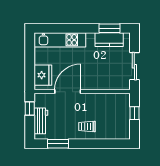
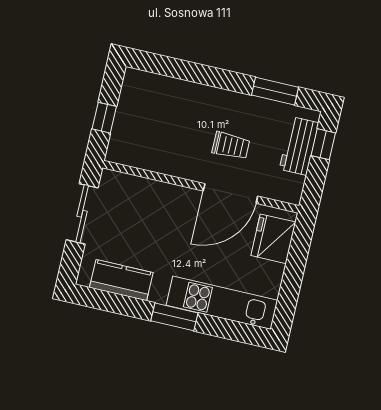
window: (109, 28) -> (174, 317), moved
window: (30, 109) -> (323, 144), moved
trolley: (87, 126) -> (231, 146), moved

